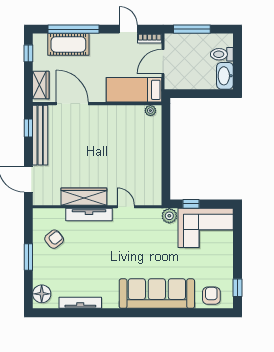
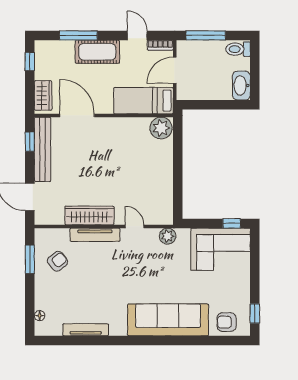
window: (74, 29) -> (78, 35), width x0.68
cot: (68, 44) -> (97, 52), moved
toilet: (222, 54) -> (238, 49), moved
plant: (150, 111) -> (161, 128), width x1.87, depth x1.87
window: (191, 204) -> (232, 223), moved
plant: (169, 216) -> (168, 236), moved
window: (28, 257) -> (30, 259), moved
floor lamp: (42, 294) -> (40, 316), width x0.53, depth x0.53
armchair: (211, 296) -> (227, 322), turned -90

